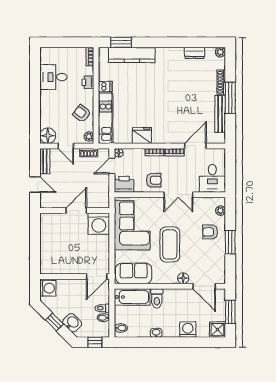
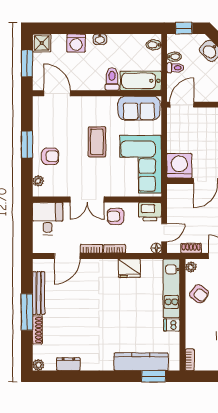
printer: (88, 82) -> (192, 330), removed
double door: (178, 195) -> (87, 199), swing flipped
coffee table: (170, 244) -> (97, 142), width x0.73, depth x0.76
floor lamp: (183, 278) -> (81, 102), removed
washbasin: (156, 333) -> (100, 39), moved

